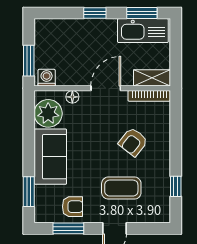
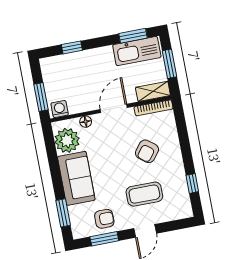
window: (95, 13) -> (72, 47), moved
window: (176, 51) -> (169, 64), added

